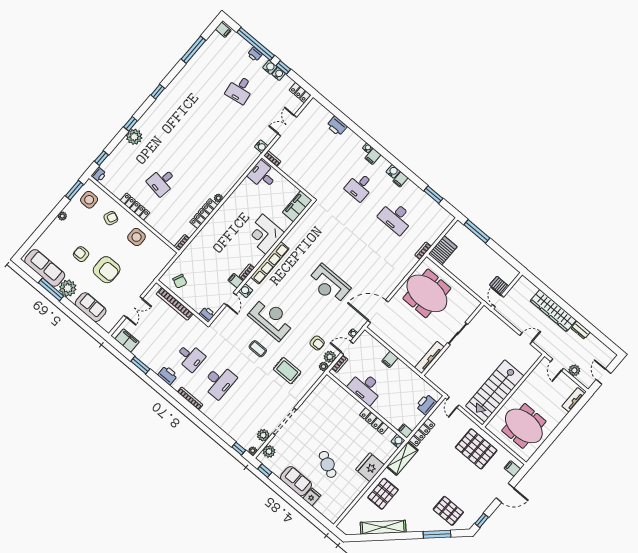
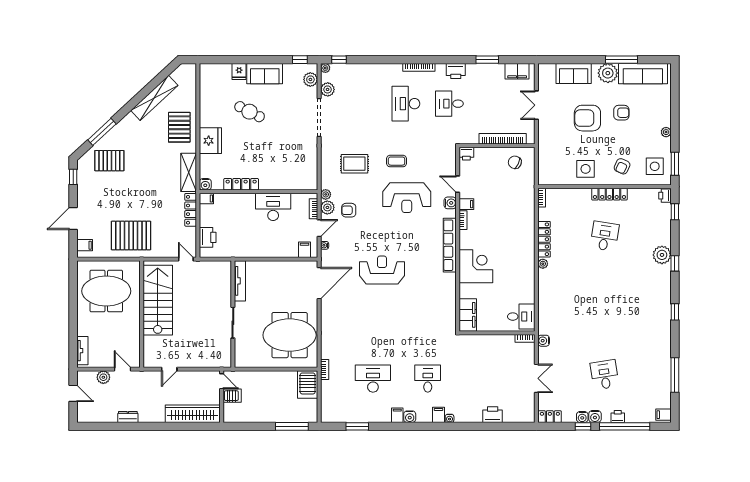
wardrobe: (553, 311) -> (193, 414), moved
filing cabinet: (390, 359) -> (305, 250), moved

